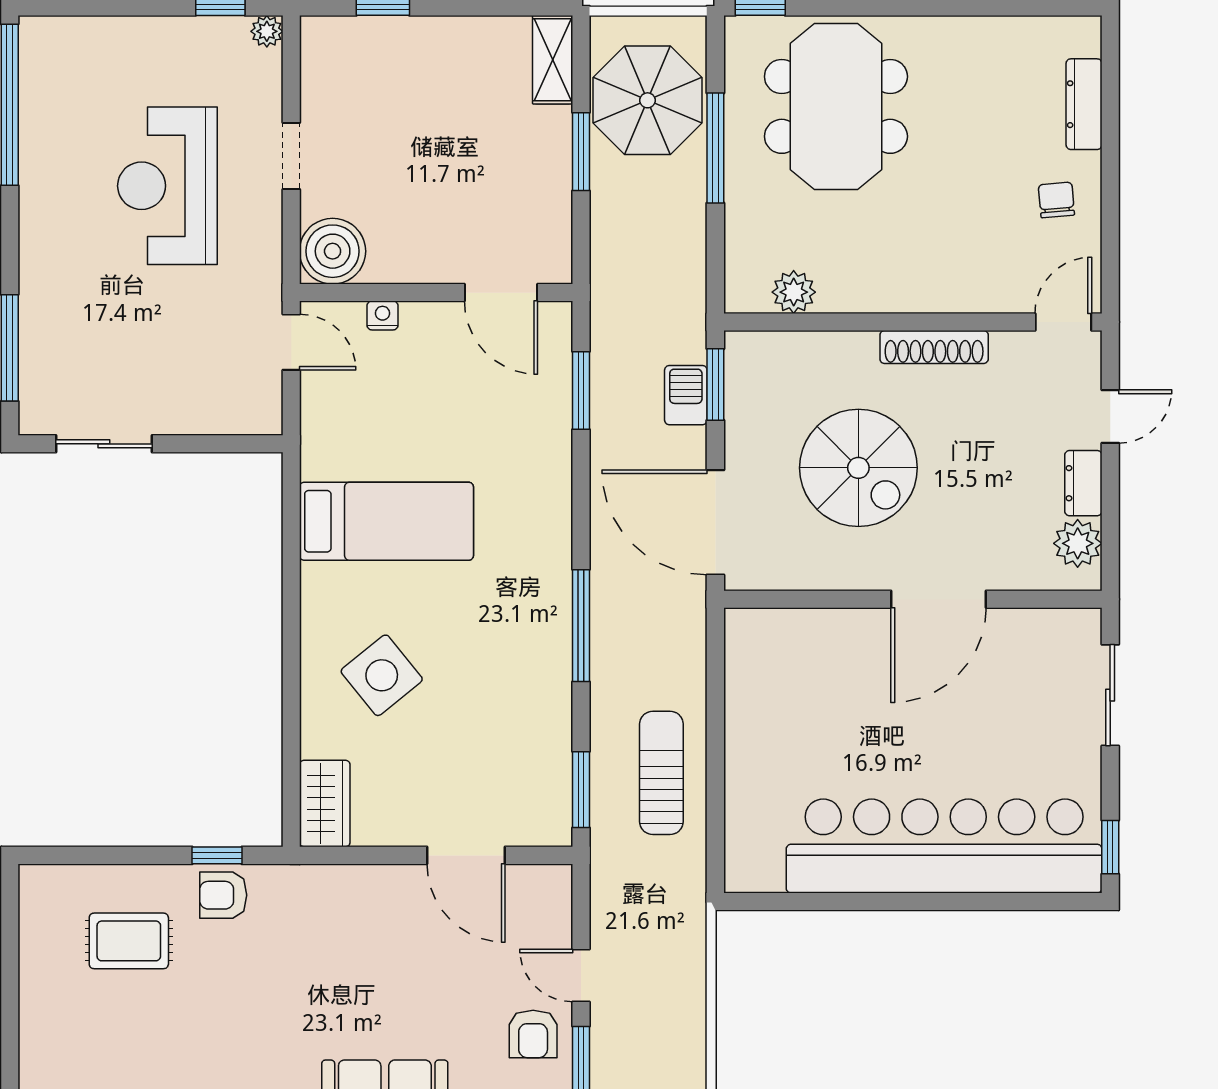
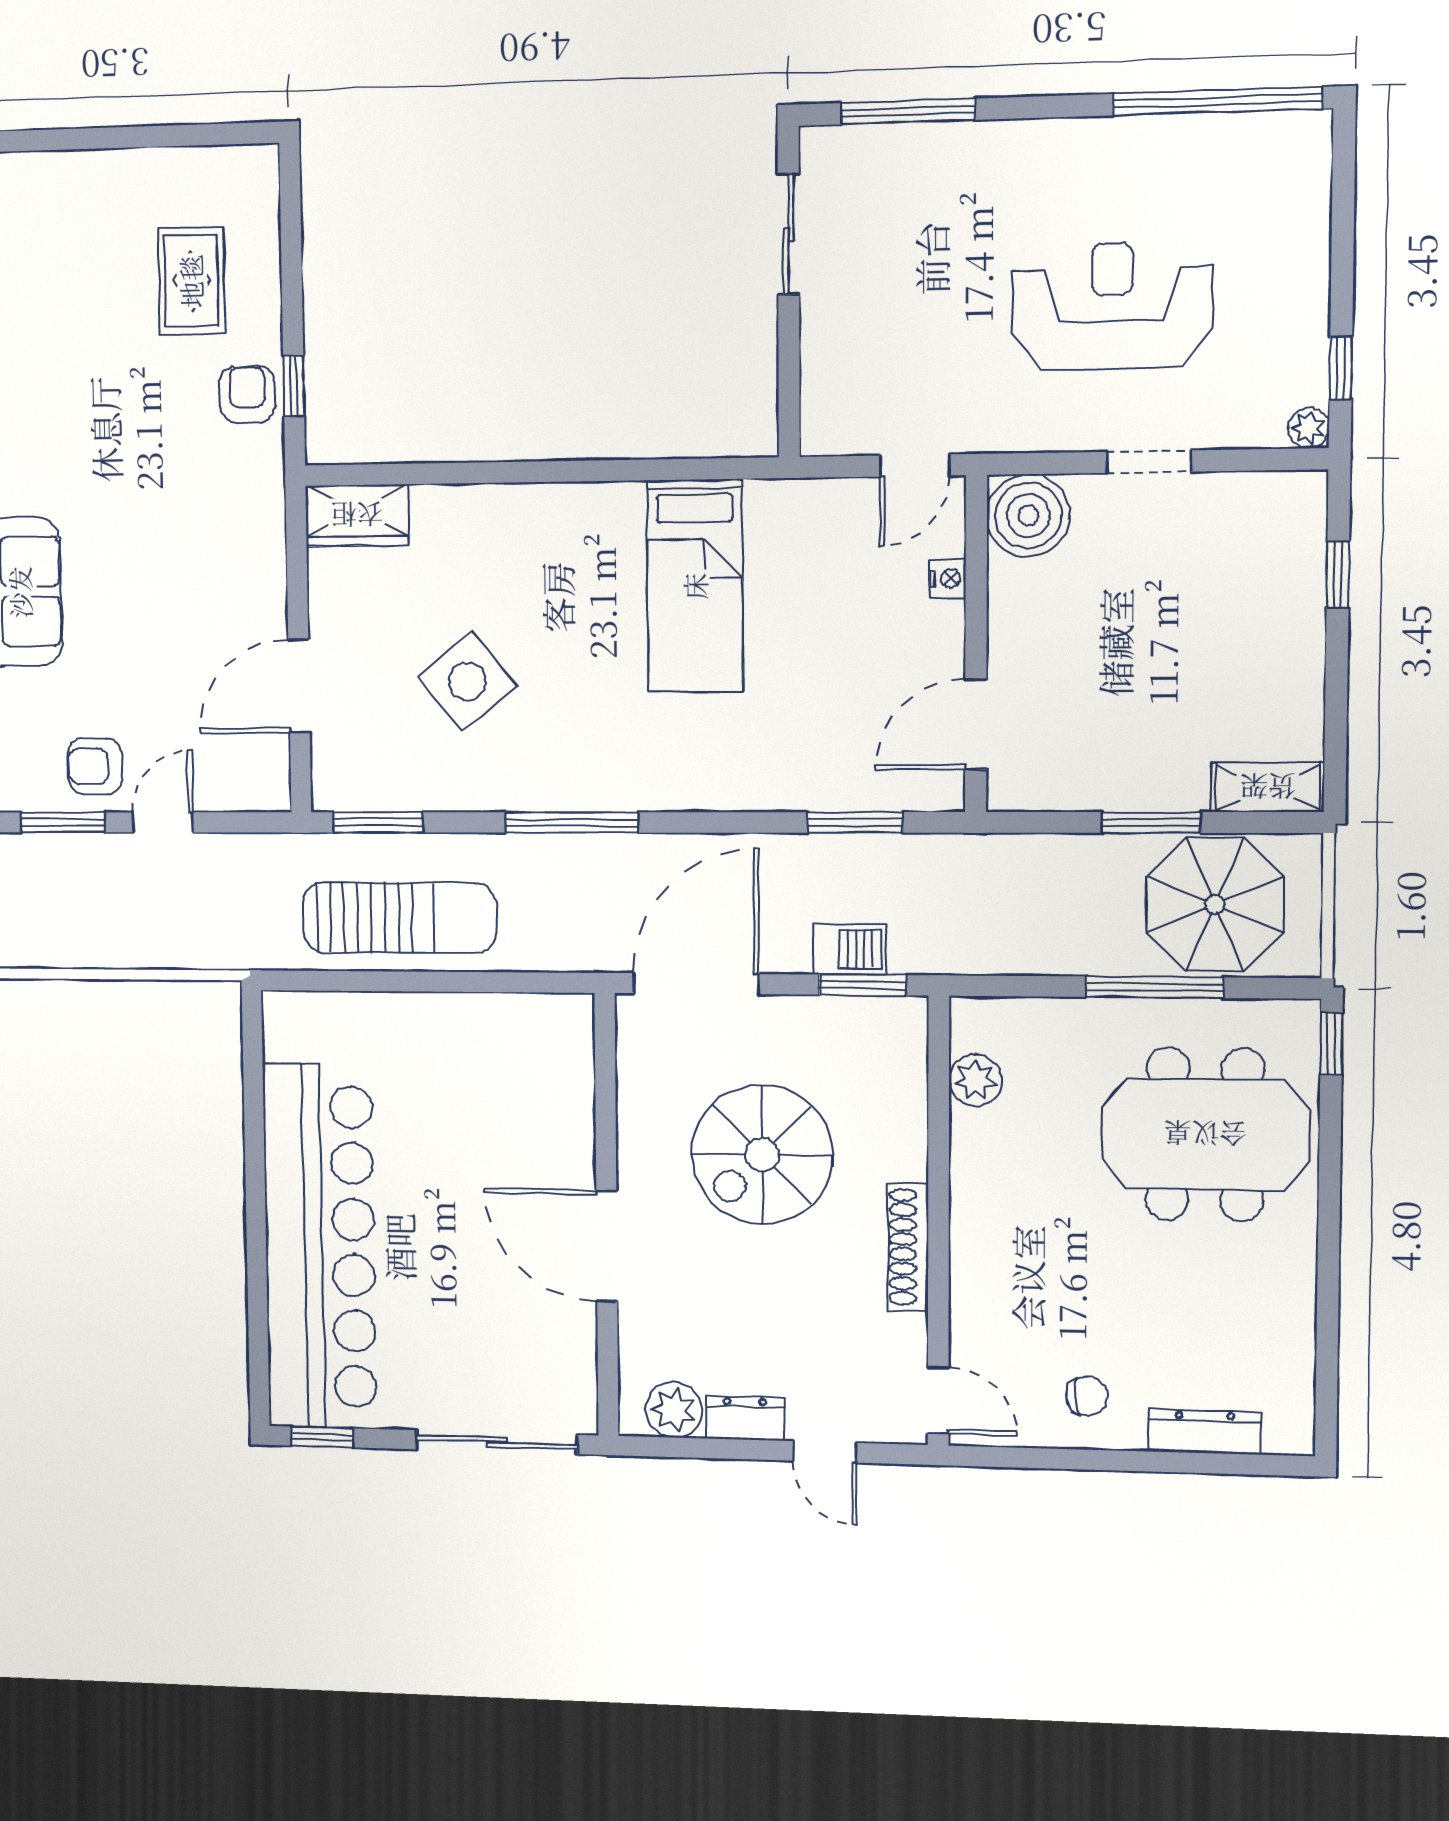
side table: (382, 675) -> (467, 681), moved
sliding door: (1110, 695) -> (497, 1442), width x1.37
sun lounger: (661, 773) -> (399, 918), width x1.36, depth x1.34

